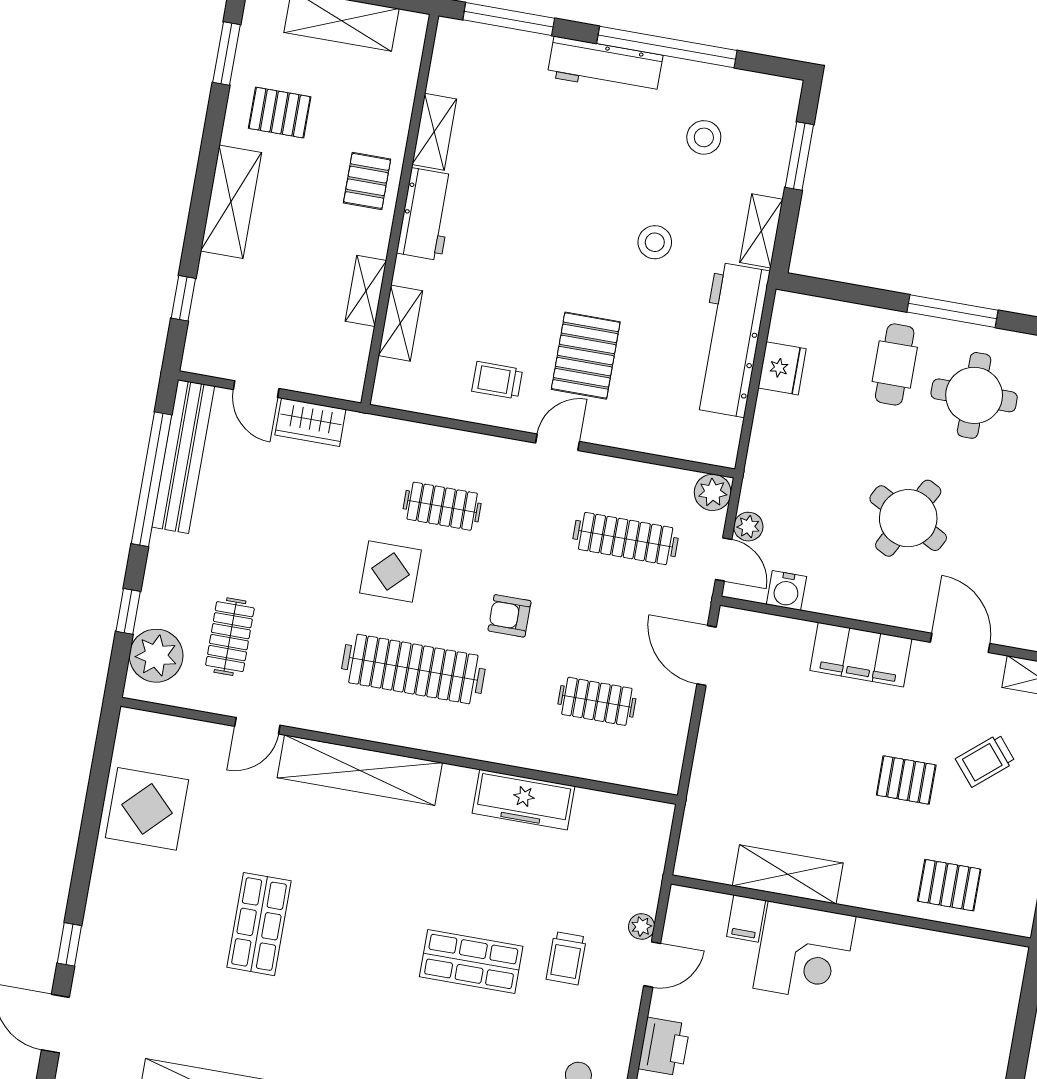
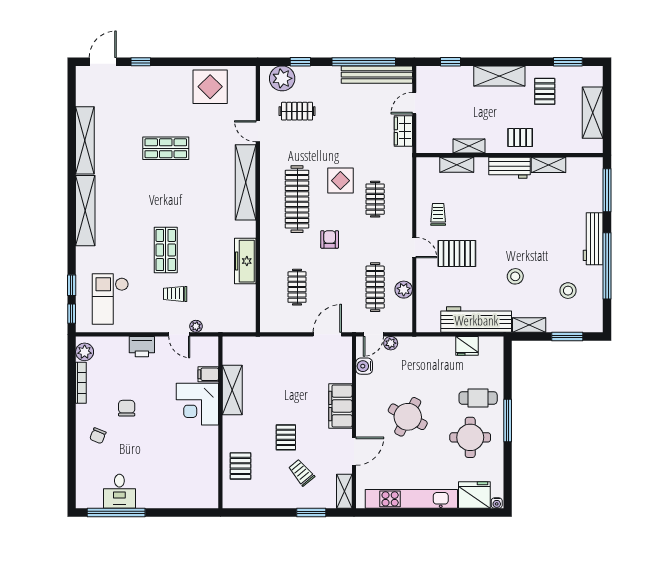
plant: (713, 492) -> (404, 290), moved

